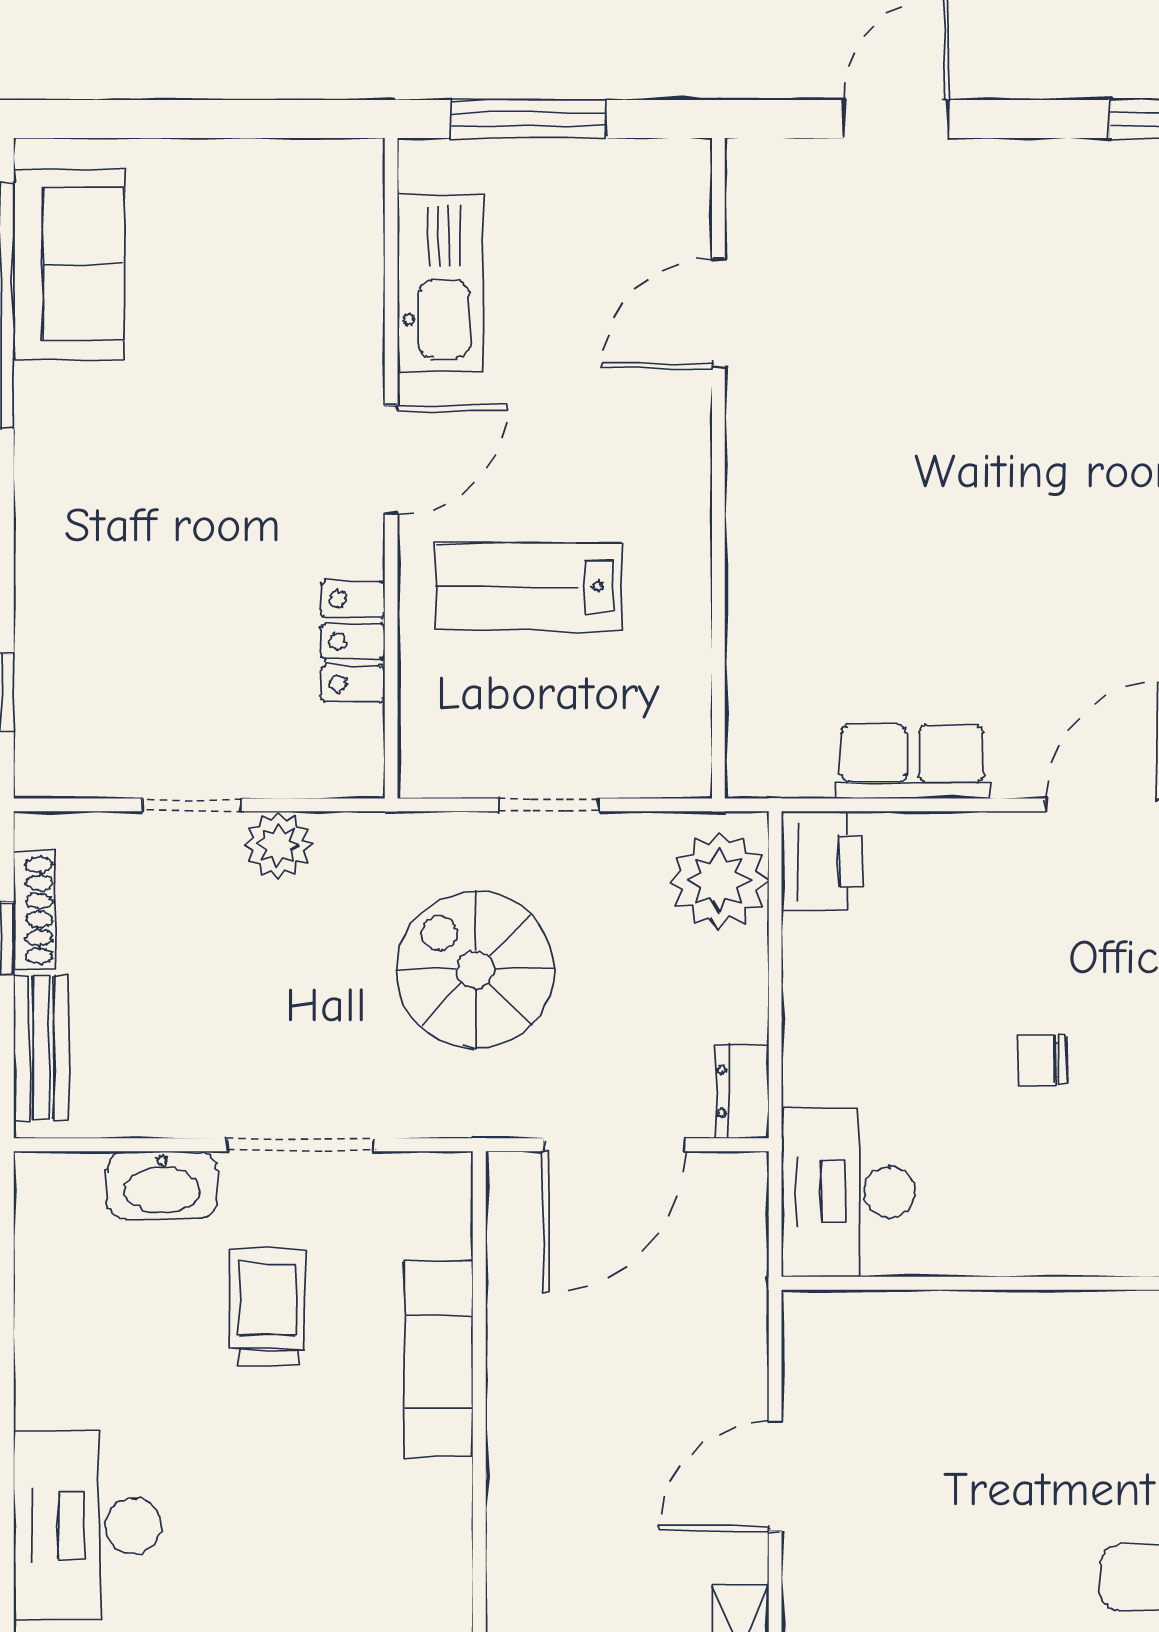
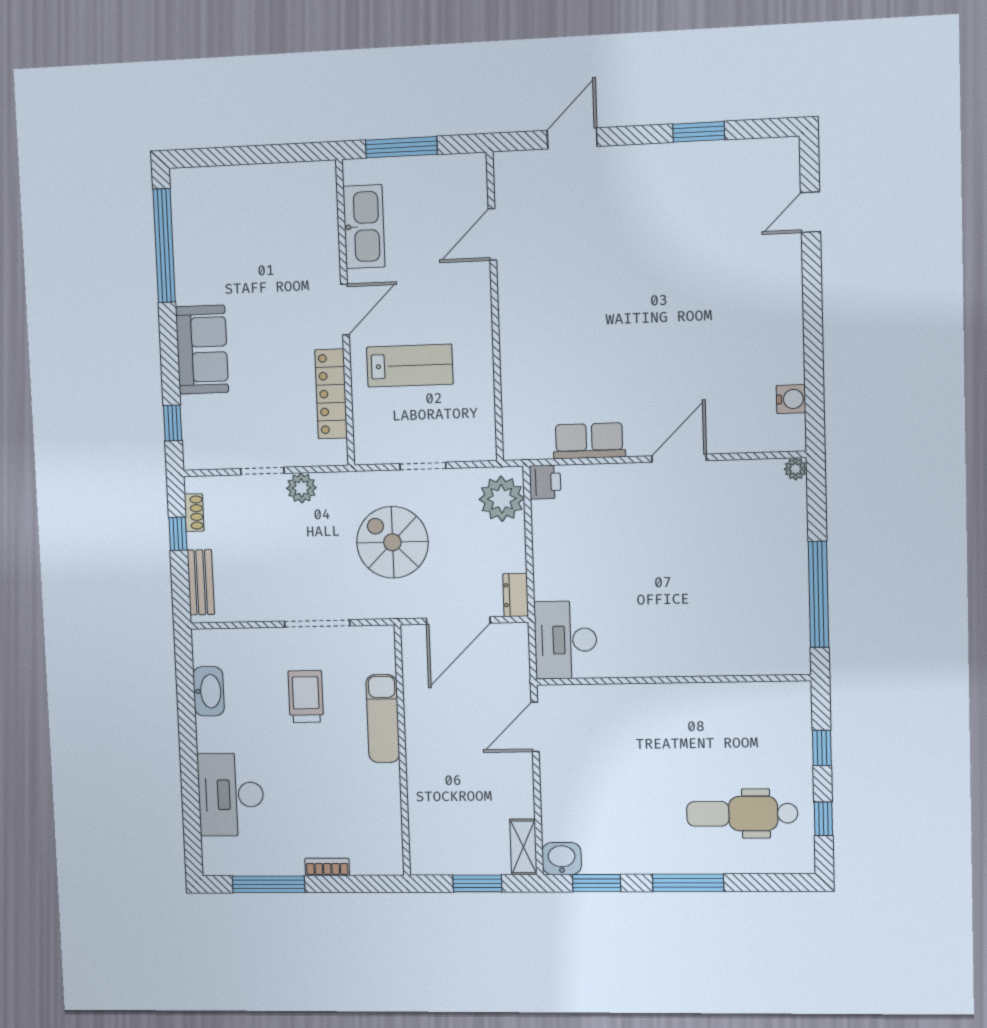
sofa: (69, 264) -> (202, 350), moved
lab bench: (529, 586) -> (410, 366), turned 180
locker: (353, 641) -> (331, 394), width x1.53
printer: (822, 861) -> (545, 482), width x0.73, depth x0.81
shoe rack: (34, 910) -> (194, 513), width x0.70
chair: (1042, 1059) -> (654, 577), removed
washbasin: (162, 1185) -> (209, 691), moved, turned -90
door: (775, 1477) -> (535, 727), moved

